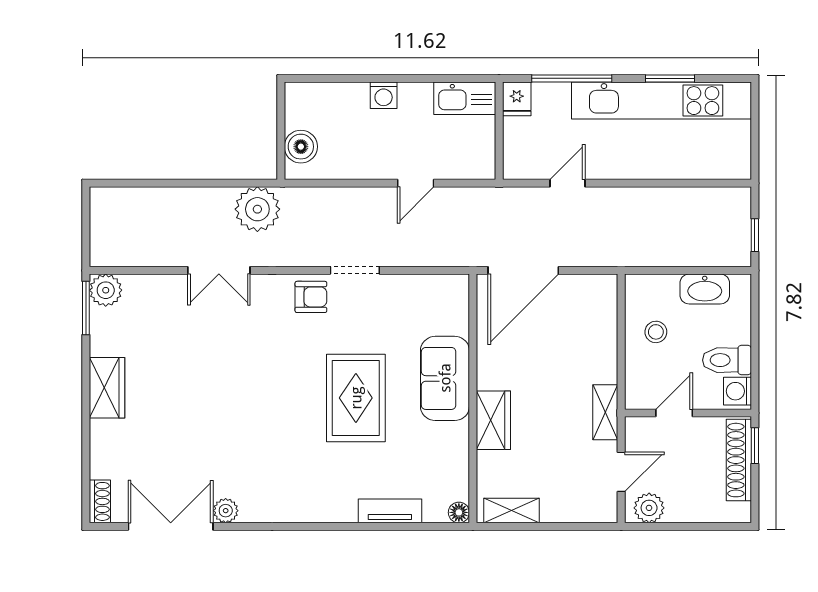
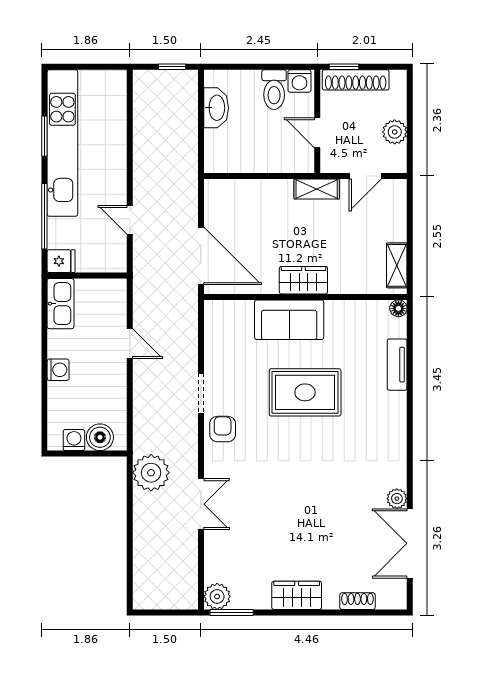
washing machine: (297, 115) -> (74, 440), added
stool: (656, 332) -> (251, 148), removed
wardrobe: (493, 420) -> (303, 280), moved
door: (621, 472) -> (365, 176), swing flipped
shoe rack: (100, 501) -> (357, 601), moved
plant: (649, 508) -> (395, 132), moved

